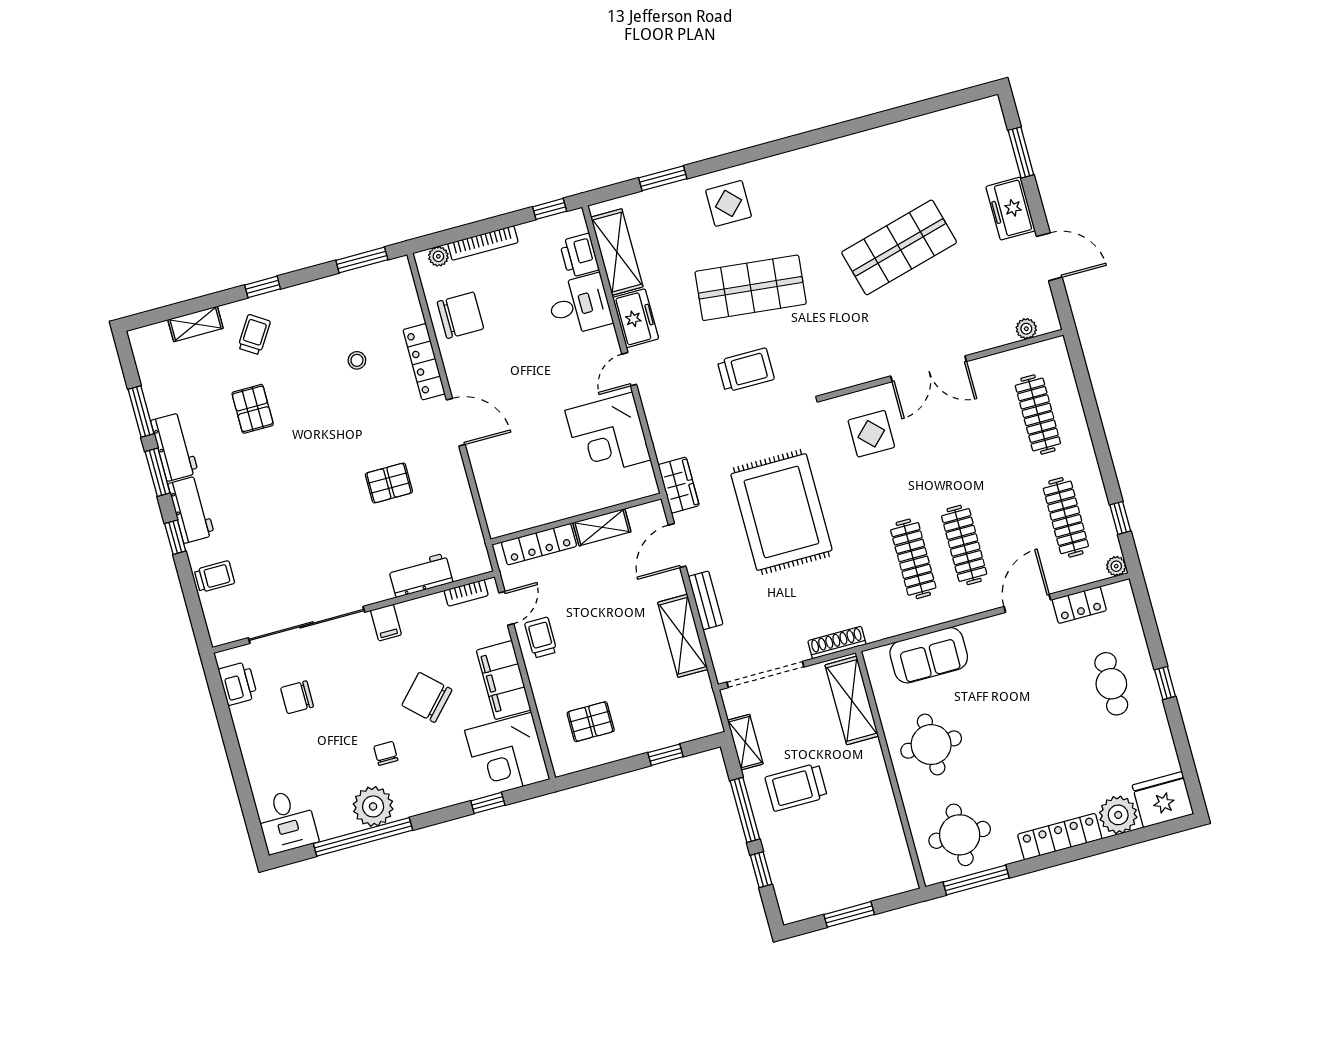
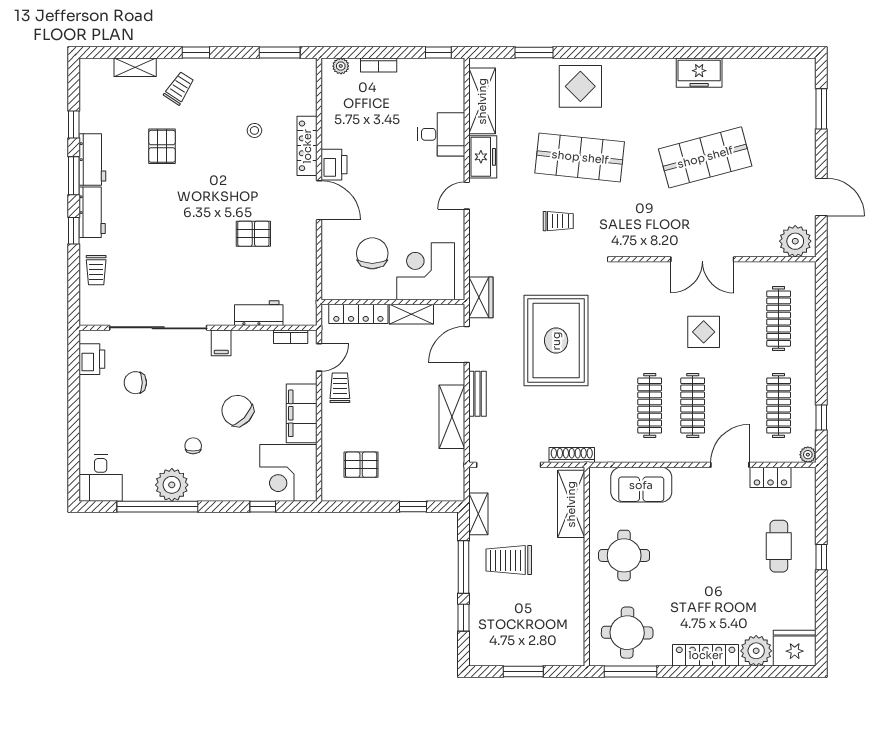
display table: (729, 203) -> (580, 86), width x1.36, depth x1.36
freezer: (1011, 209) -> (699, 73), moved, turned -90
bookcase: (483, 243) -> (379, 65), width x0.64
printer: (579, 255) -> (334, 165), moved, turned 180
chair: (460, 315) -> (372, 253), moved, turned -90
plant: (1026, 329) -> (795, 241), width x1.87, depth x1.87
trolley: (746, 370) -> (558, 221), width x0.73, depth x0.72
window: (141, 411) -> (74, 125), width x0.67
display table: (871, 434) -> (704, 332), moved
corner desk: (608, 435) -> (426, 271), moved, turned 90
trolley: (214, 577) -> (96, 270), turned 90

